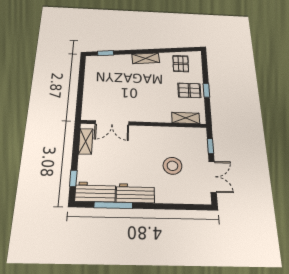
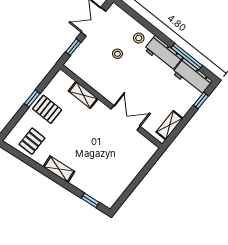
shelving: (186, 118) -> (83, 95), moved
double door: (112, 123) -> (125, 118), moved
stool: (172, 166) -> (117, 54), width x0.53, depth x0.53
stool: (166, 191) -> (139, 38), added

